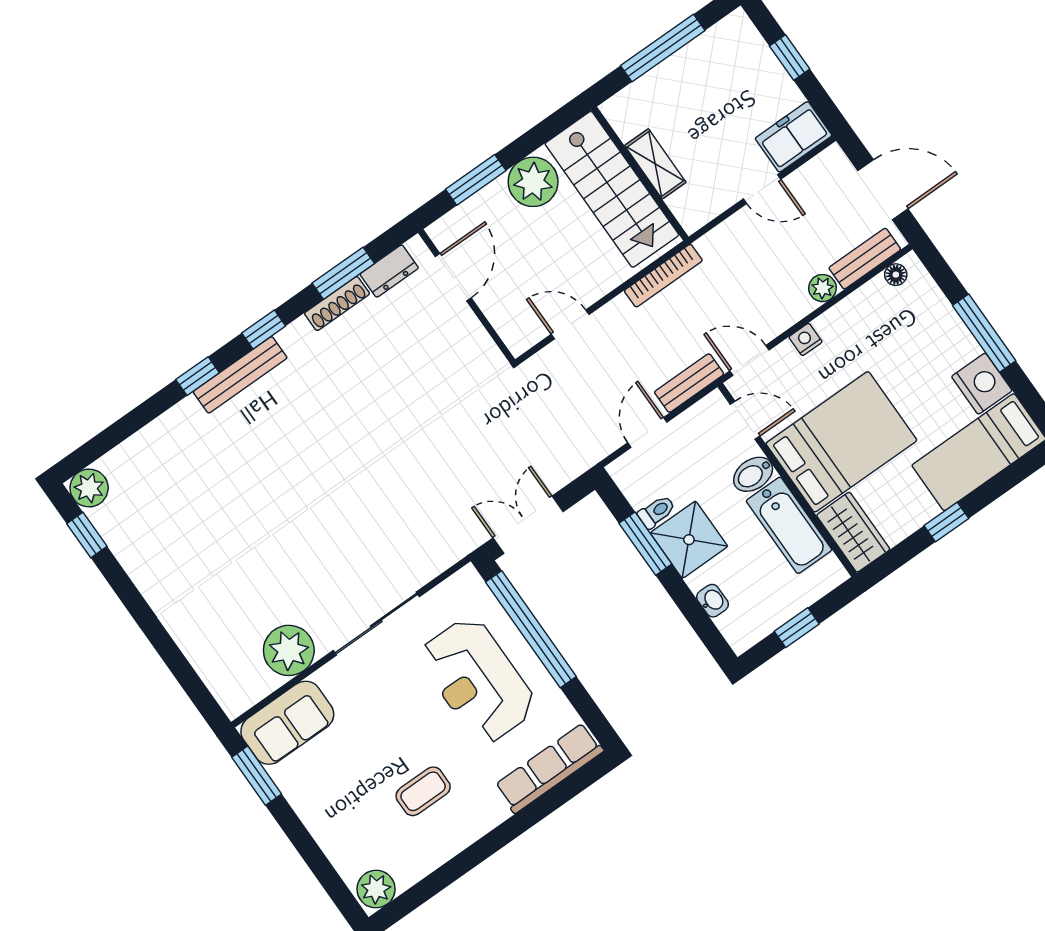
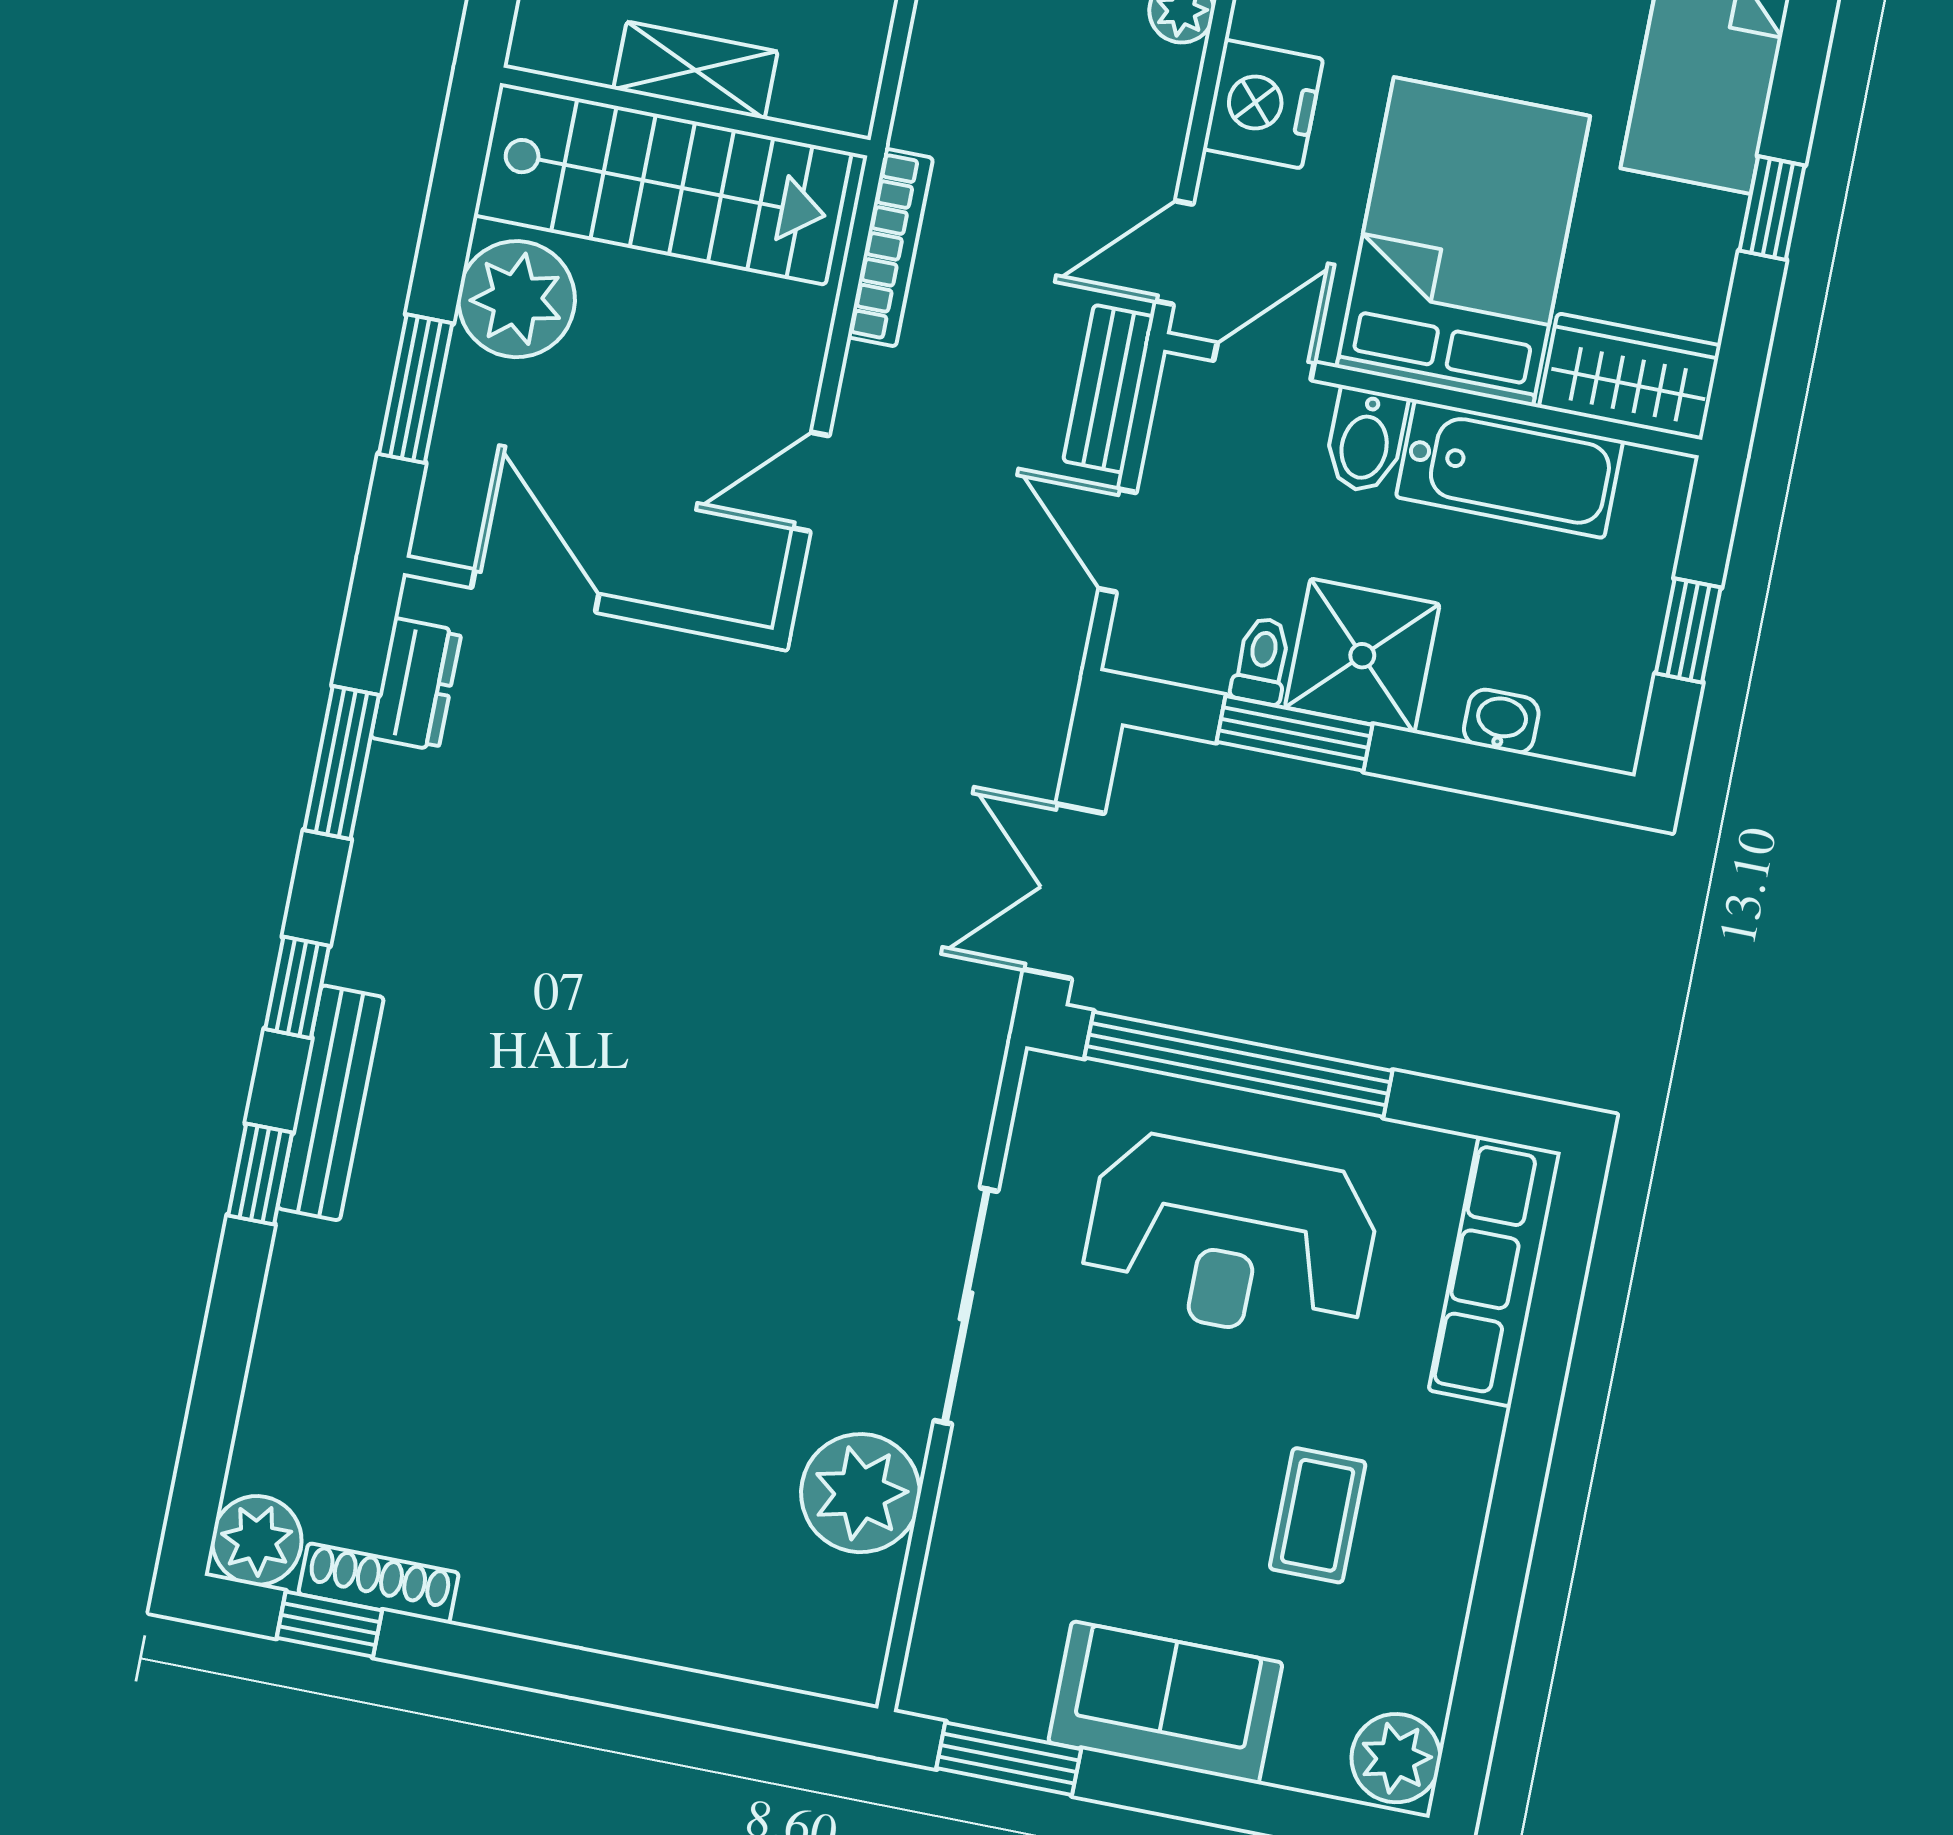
shoe rack: (337, 304) -> (379, 1583), moved, turned -90
nightstand: (806, 339) -> (1263, 104), width x1.89, depth x1.79
sofa: (287, 723) -> (1165, 1703), moved, turned -90

